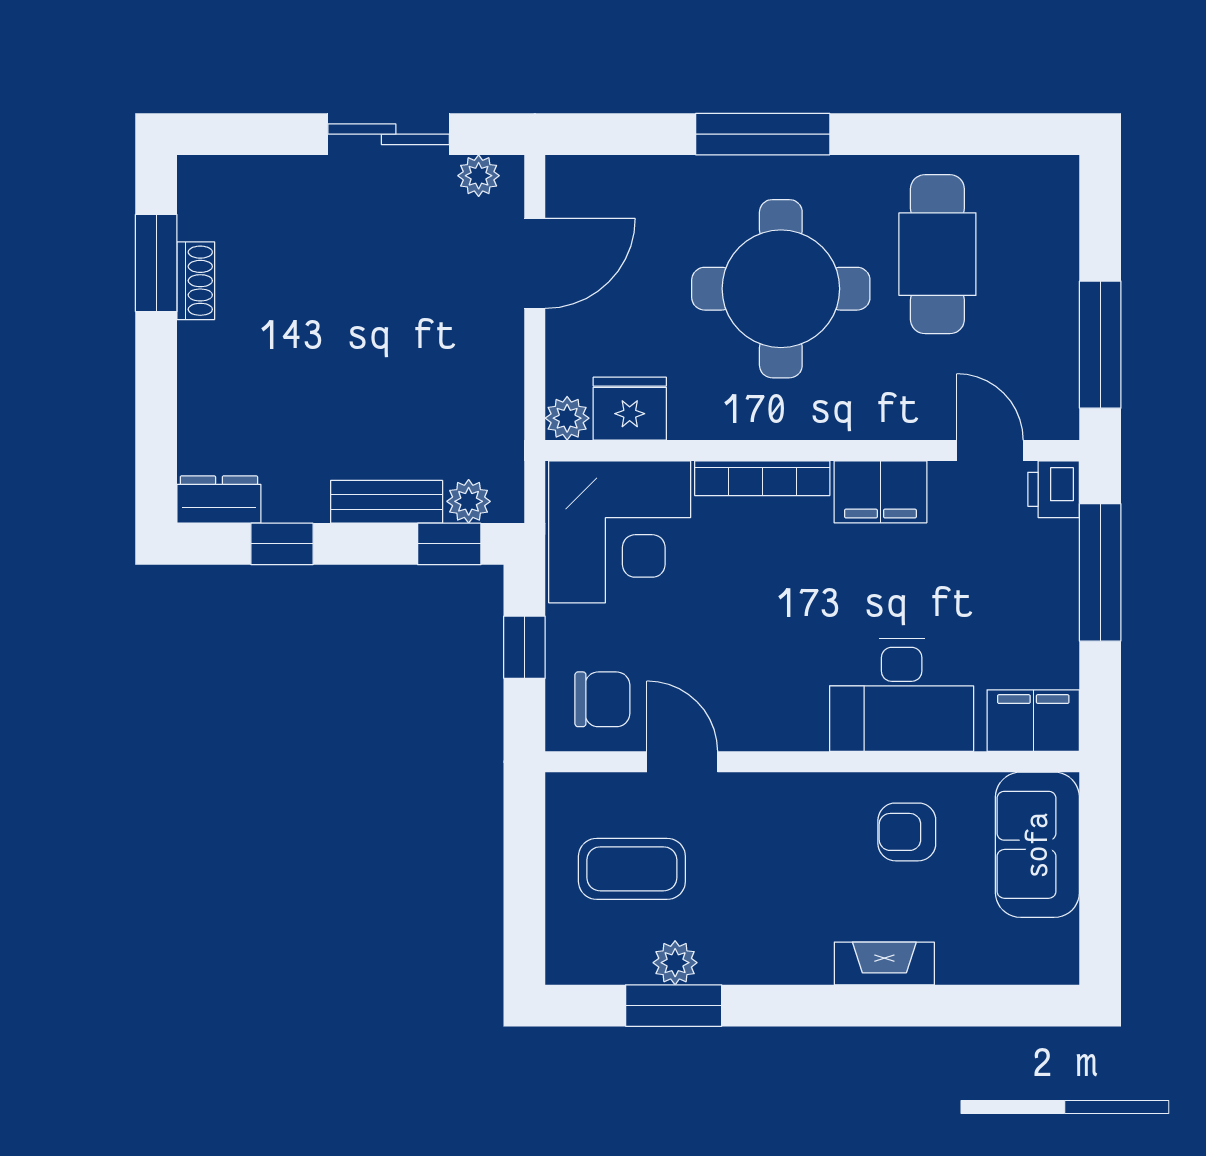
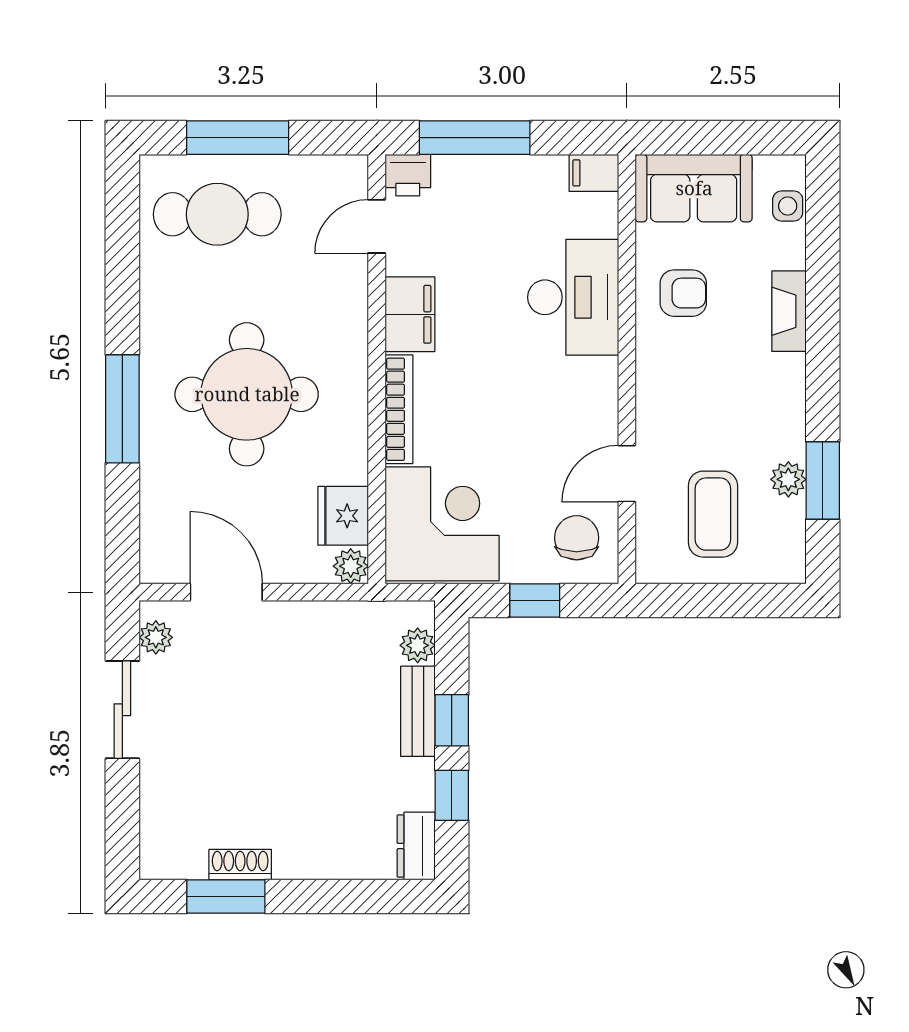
cafe table: (937, 254) -> (217, 214), moved
window: (1100, 345) -> (238, 138), moved
window: (449, 544) -> (452, 720), moved
filing cabinet: (1033, 721) -> (594, 173), width x0.50
armchair: (907, 832) -> (683, 293), turned -90
side table: (1015, 962) -> (788, 206), added

